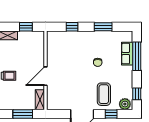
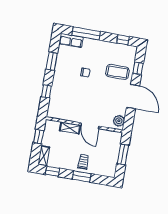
row of seats: (127, 54) -> (71, 40), moved
shelving: (40, 100) -> (70, 128), moved
plant: (125, 104) -> (119, 121), moved

